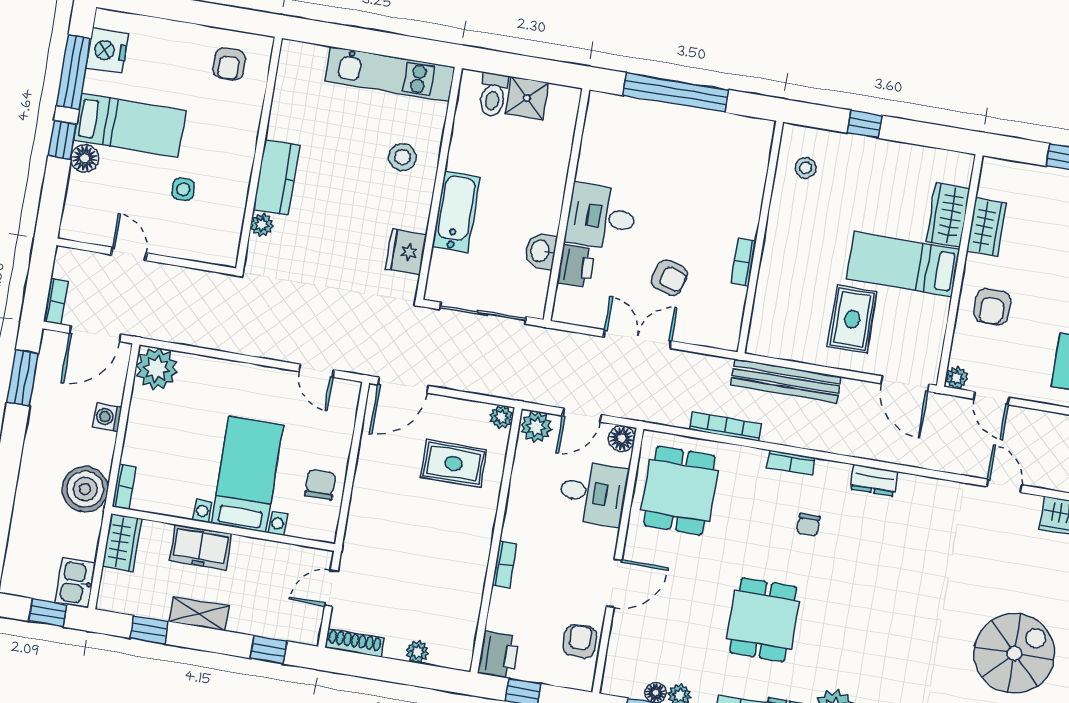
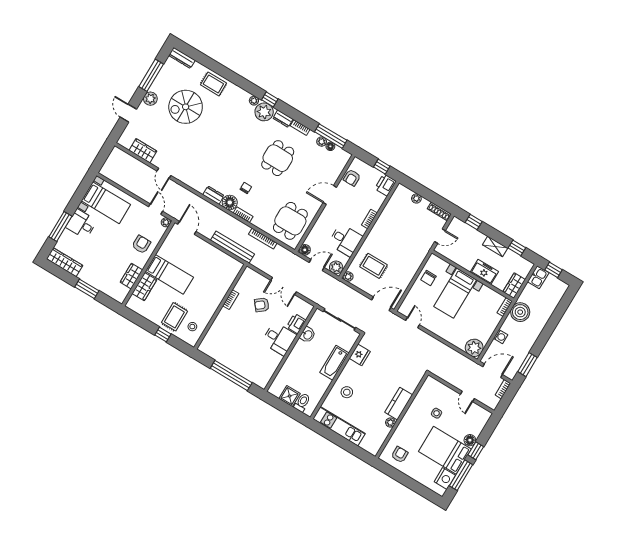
bed: (130, 125) -> (445, 450), width x1.50
plant: (262, 225) -> (390, 423), moved
armchair: (669, 278) -> (262, 305), turned -55
rug: (852, 319) -> (174, 317), moved
floor lamp: (831, 478) -> (230, 202), added
desk: (593, 493) -> (345, 240), moved, turned 180

